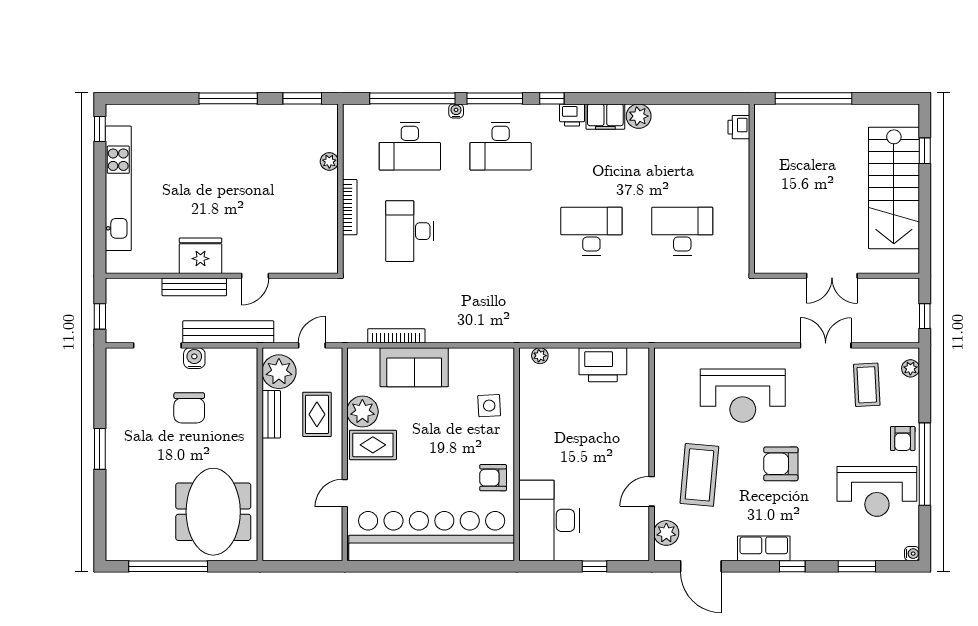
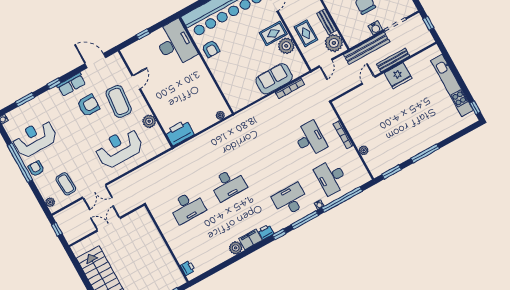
desk: (410, 146) -> (331, 177), turned -90
printer: (603, 365) -> (179, 133), moved
side table: (489, 406) -> (231, 80), removed
armchair: (781, 464) -> (88, 105), moved
armchair: (493, 478) -> (211, 49), turned 90
plant: (666, 533) -> (149, 121), moved

